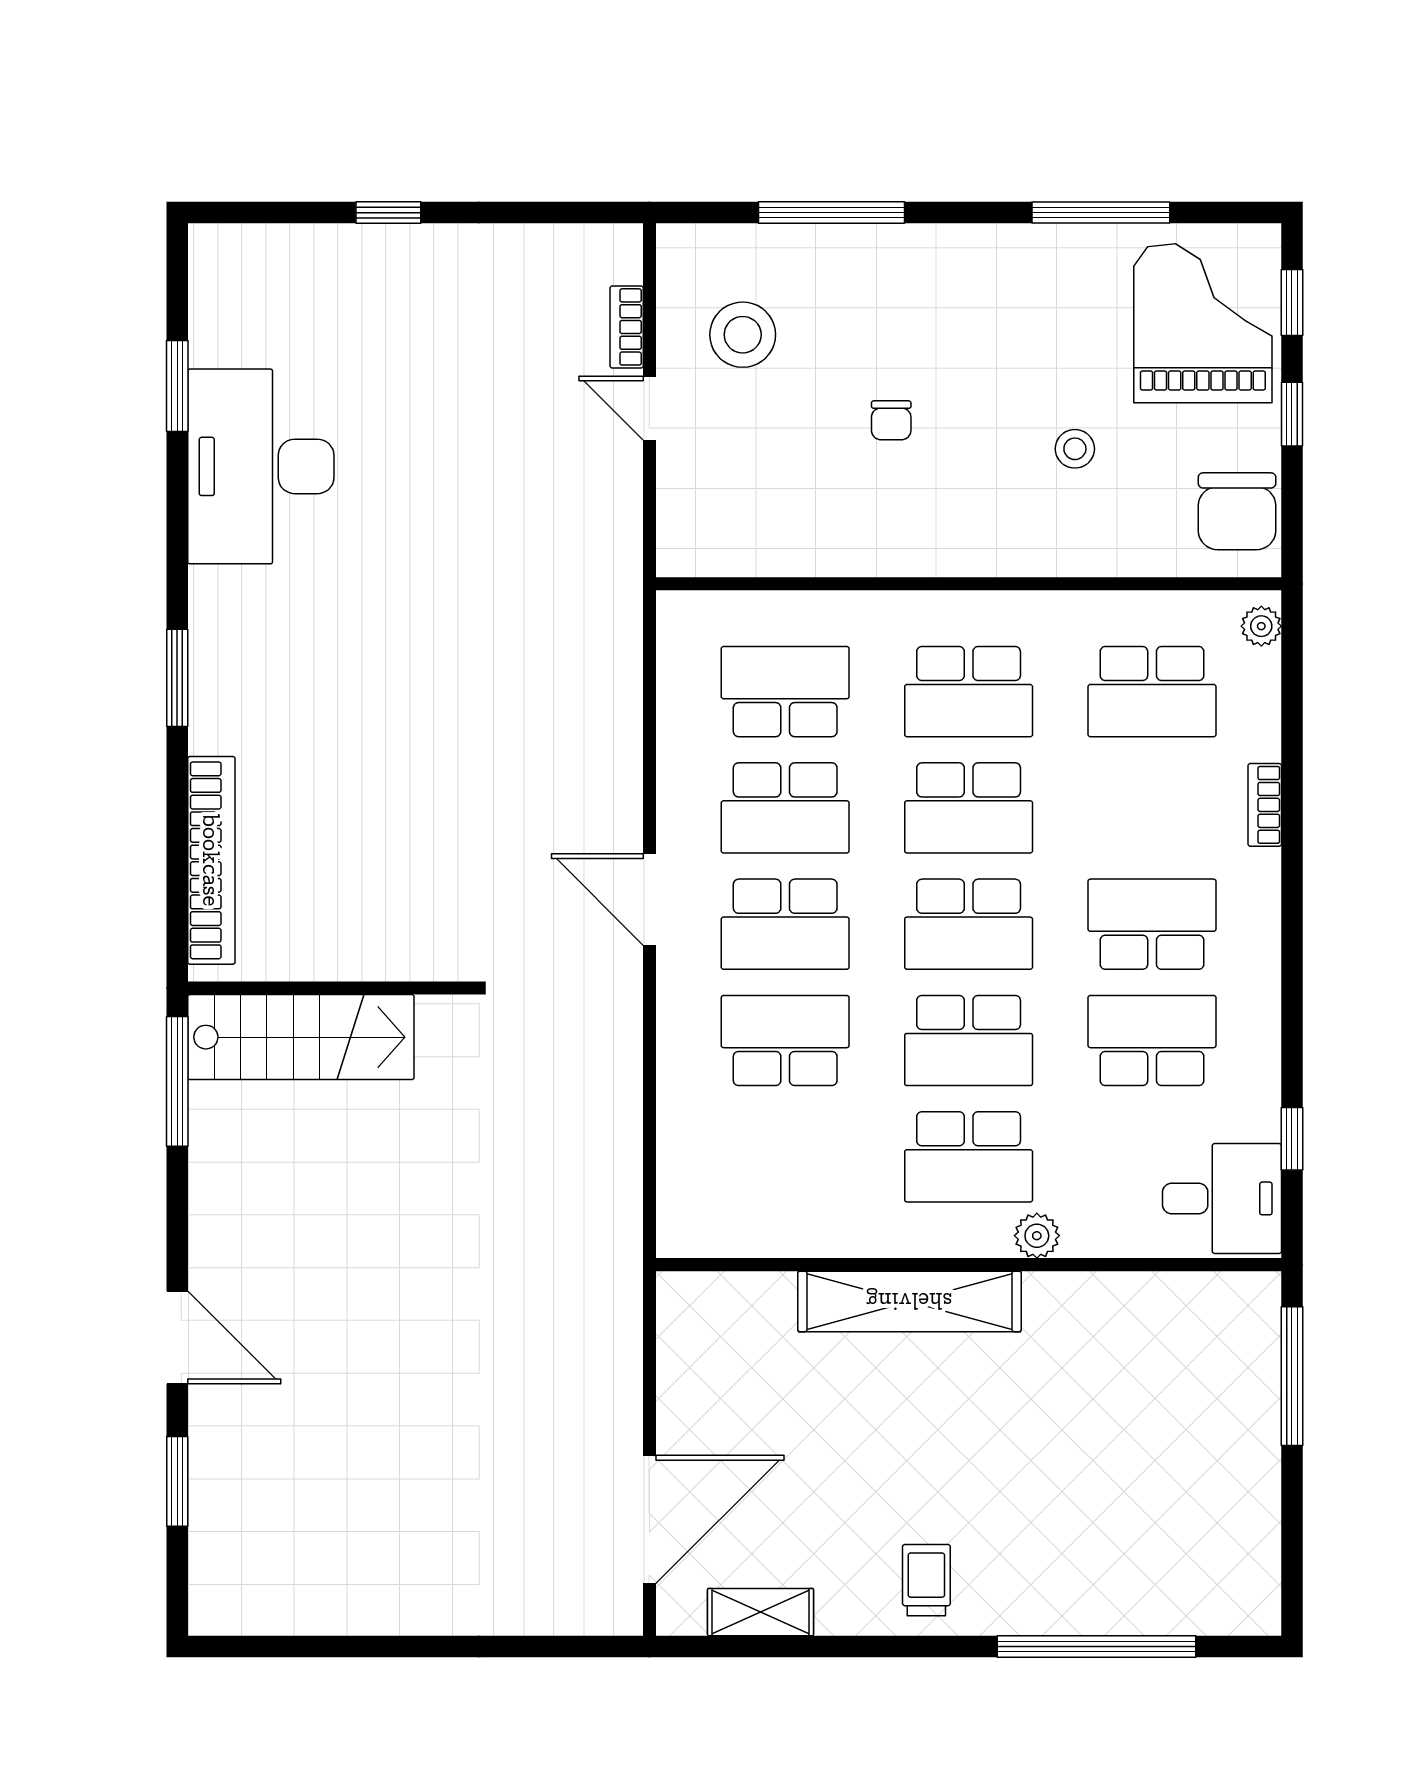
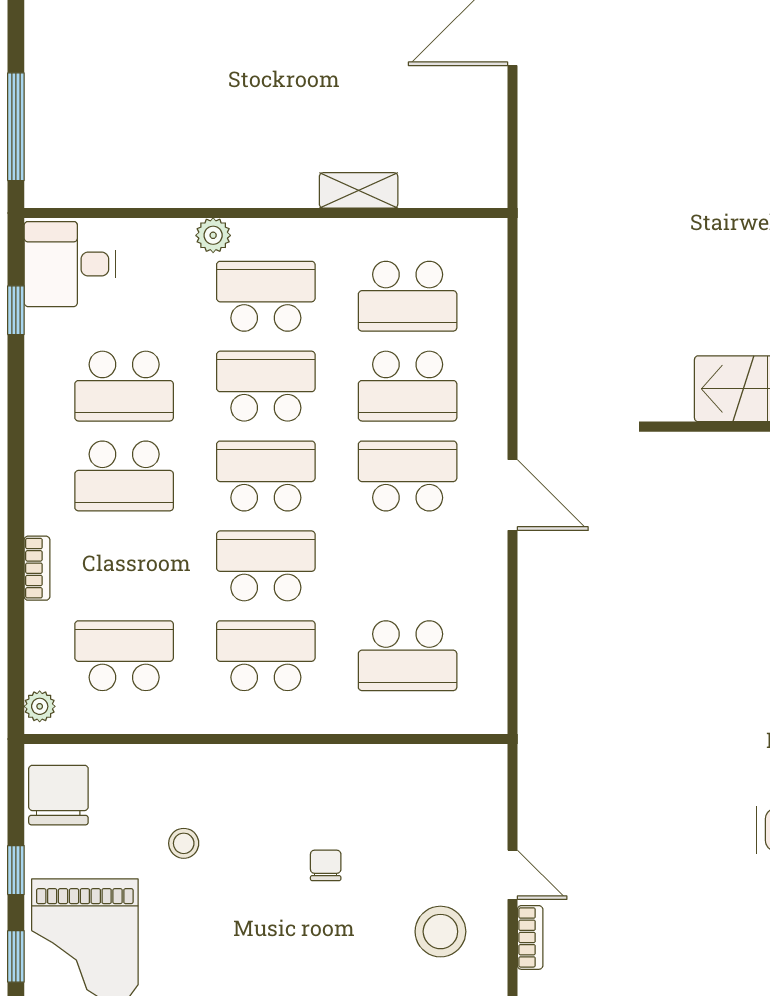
school desk: (785, 808) -> (408, 296), moved, turned 180
shelving: (909, 1301) -> (359, 190), width x0.45, depth x0.75

